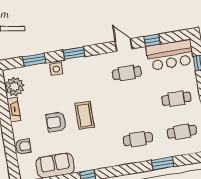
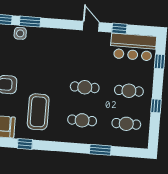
window: (74, 53) -> (30, 22), moved
cafe table: (127, 73) -> (85, 87), moved
coffee table: (85, 115) -> (38, 112), moved, width x1.36, depth x1.32

